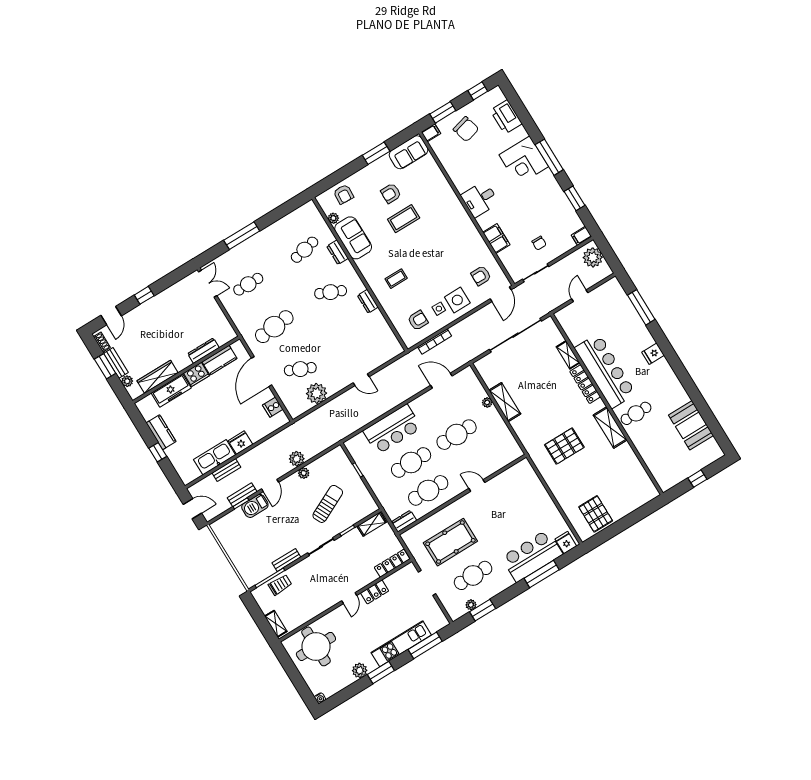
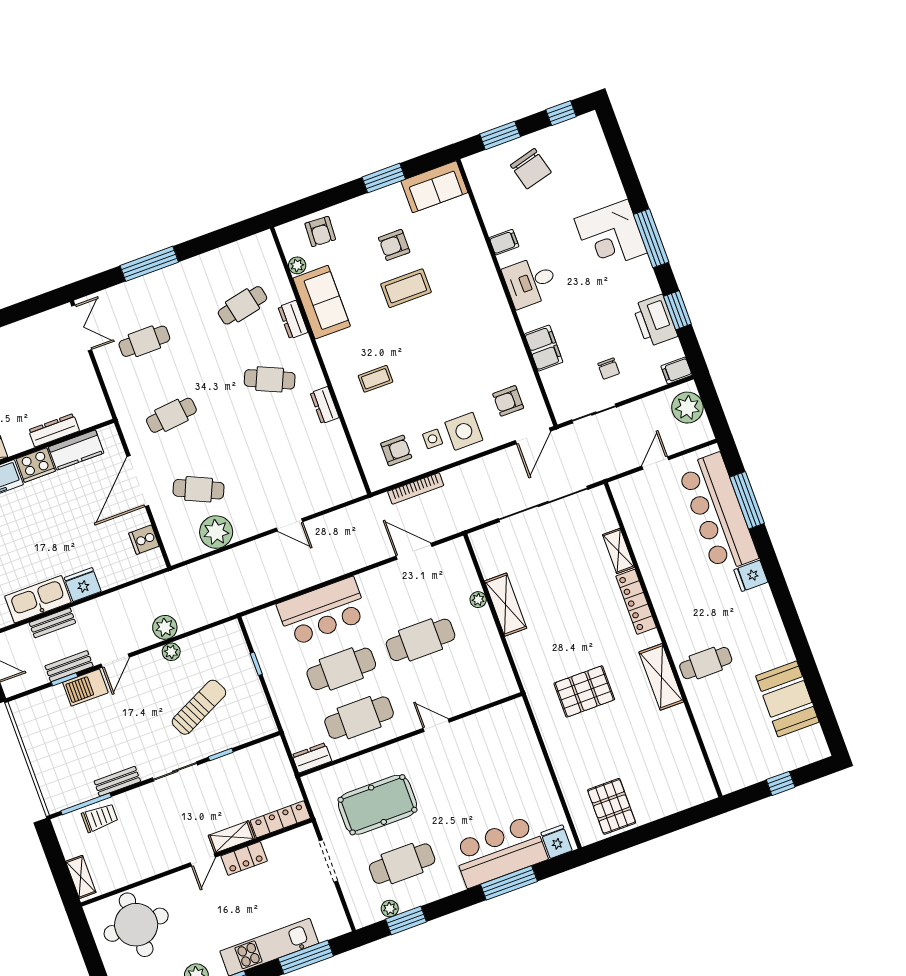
printer: (506, 117) -> (655, 321), moved
filing cabinet: (431, 133) -> (504, 242), moved
cafe table: (274, 327) -> (171, 415), width x0.73, depth x0.74
bar counter: (605, 371) -> (718, 513), moved, turned 180
shelving: (372, 524) -> (232, 837), moved

